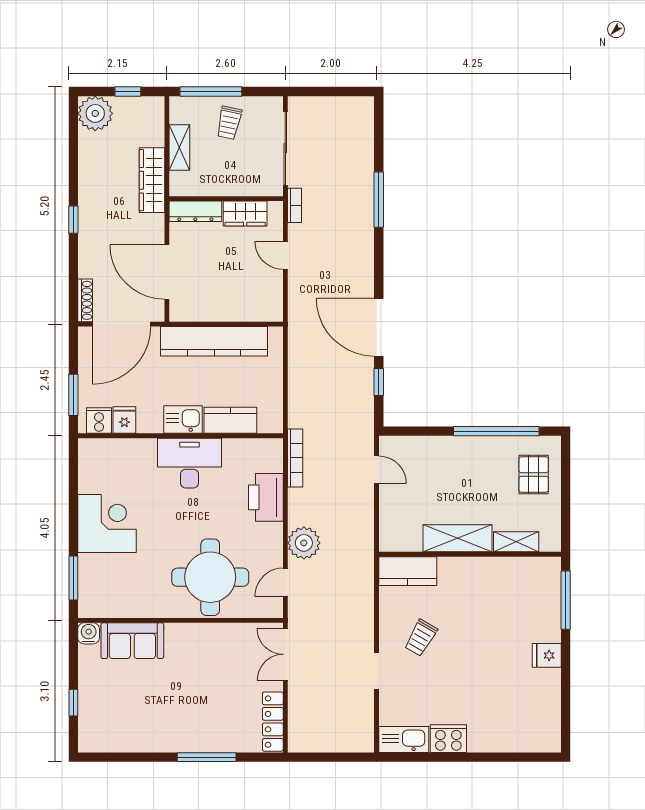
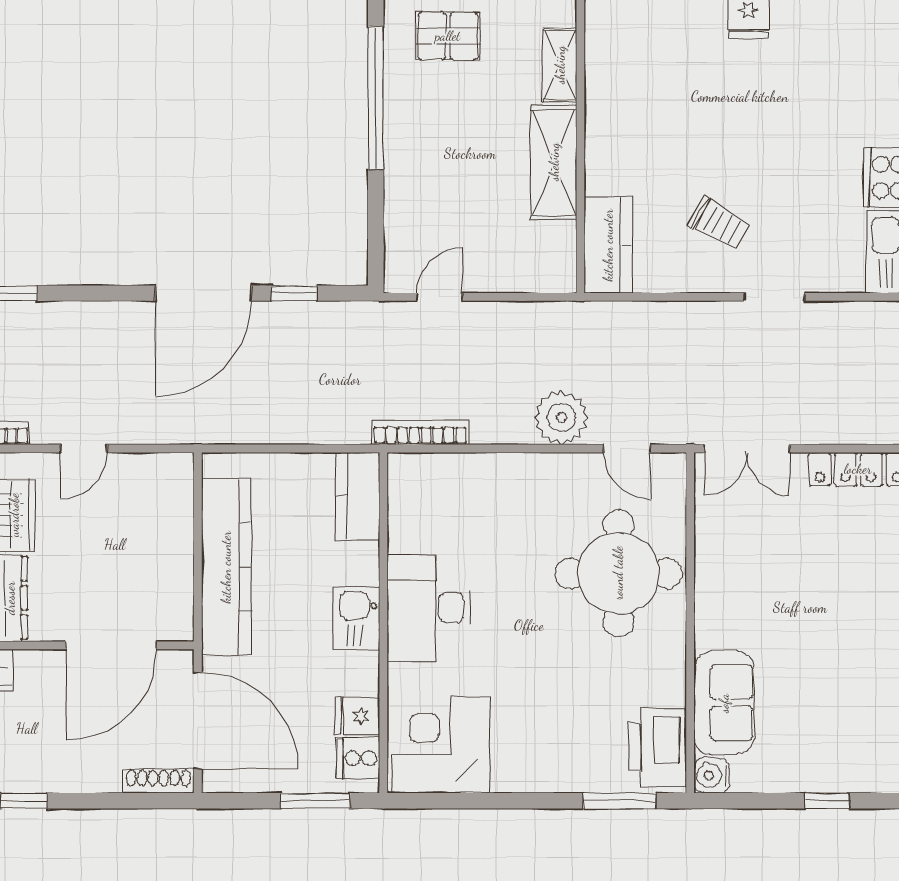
kitchen counter: (230, 420) -> (358, 496), moved
printer: (266, 497) -> (658, 747), moved, turned 90
corner desk: (107, 523) -> (441, 745), moved

